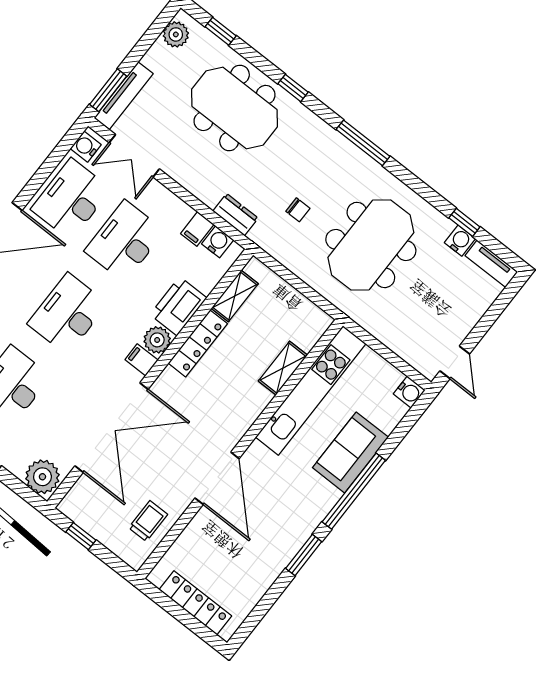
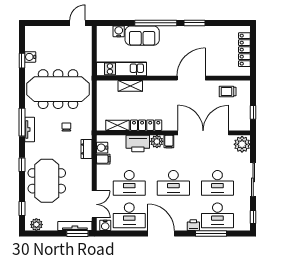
meeting table: (371, 245) -> (58, 89), width x1.36
tv unit: (491, 264) -> (30, 130), moved
kitchen unit: (311, 390) -> (121, 69), width x0.73
water cooler: (409, 392) -> (119, 31), moved

